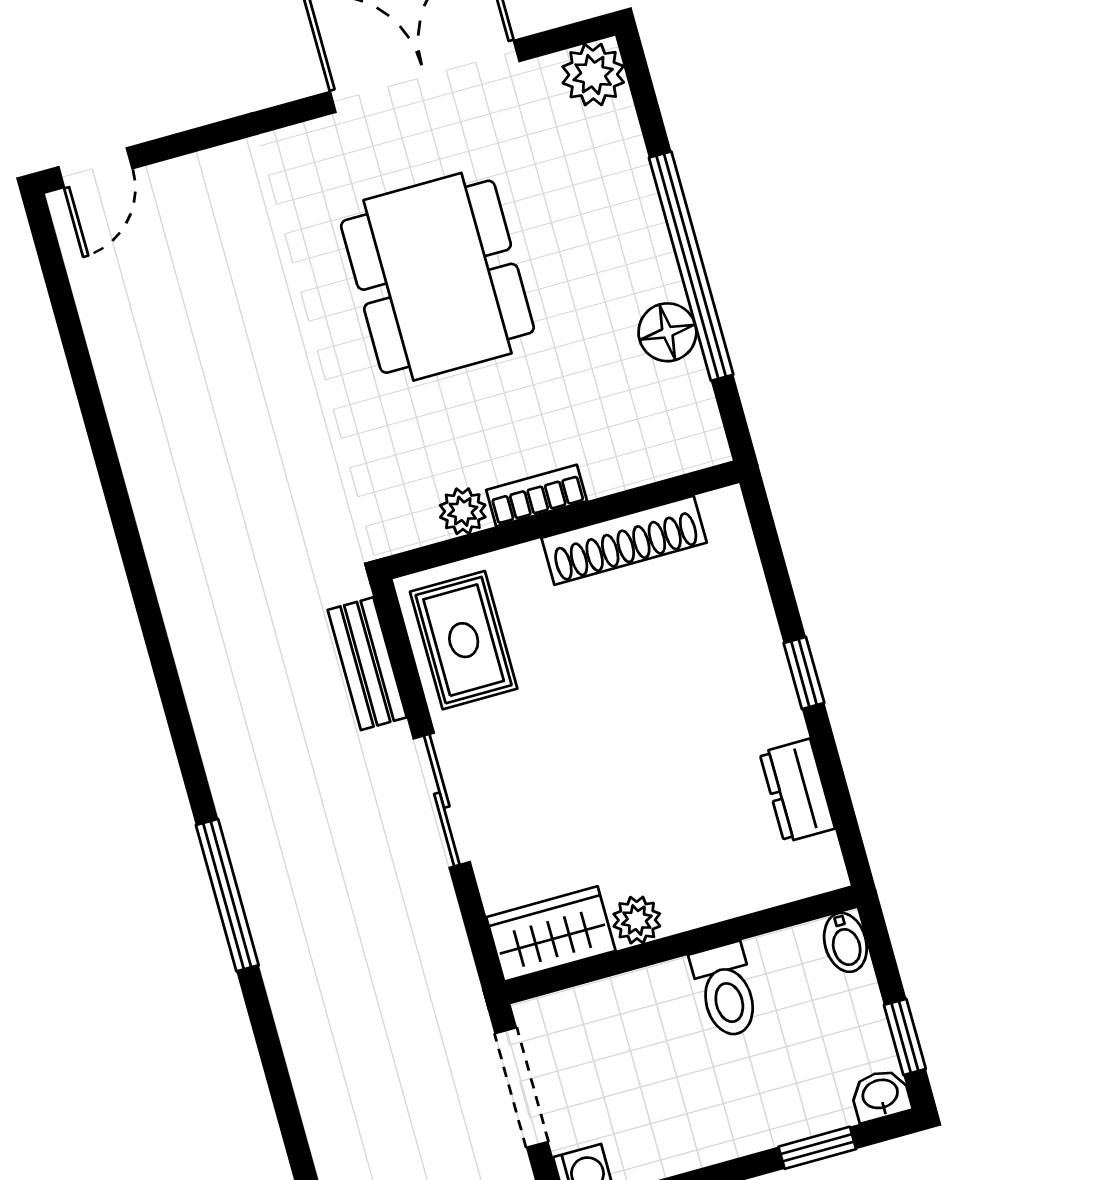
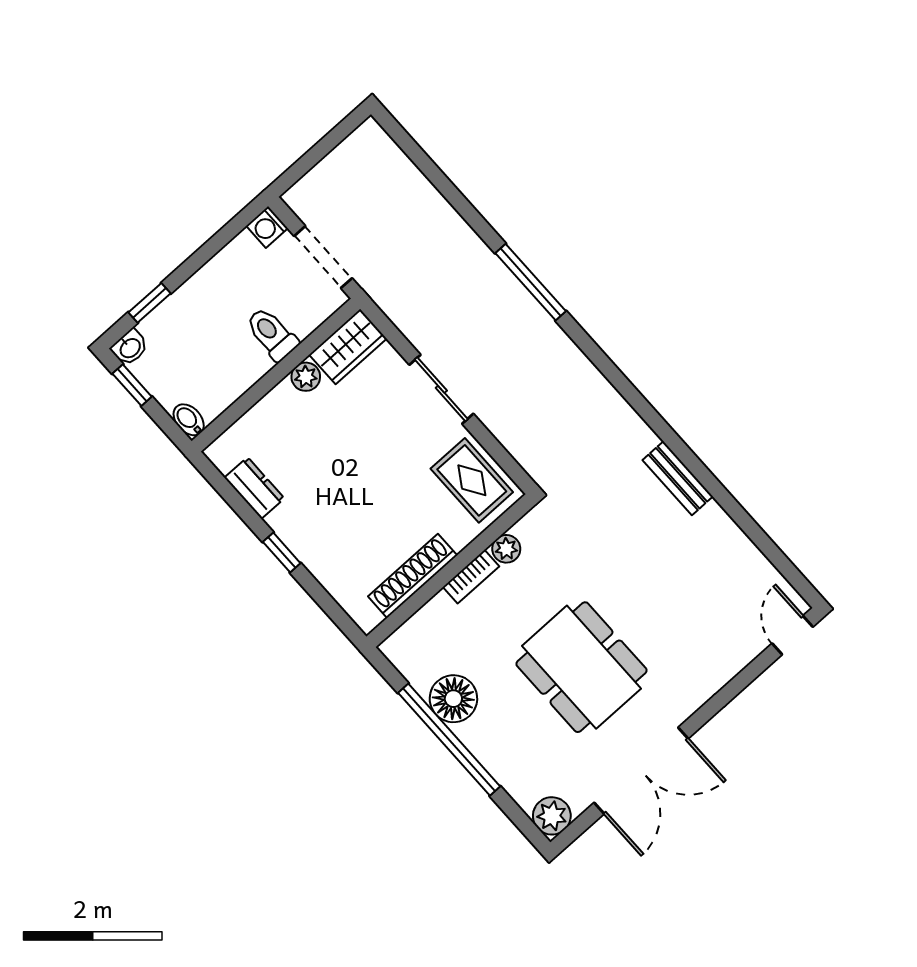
floor lamp: (667, 332) -> (453, 699), width x1.38, depth x1.38
bench: (367, 664) -> (678, 478), moved
toilet: (726, 991) -> (272, 334), moved

